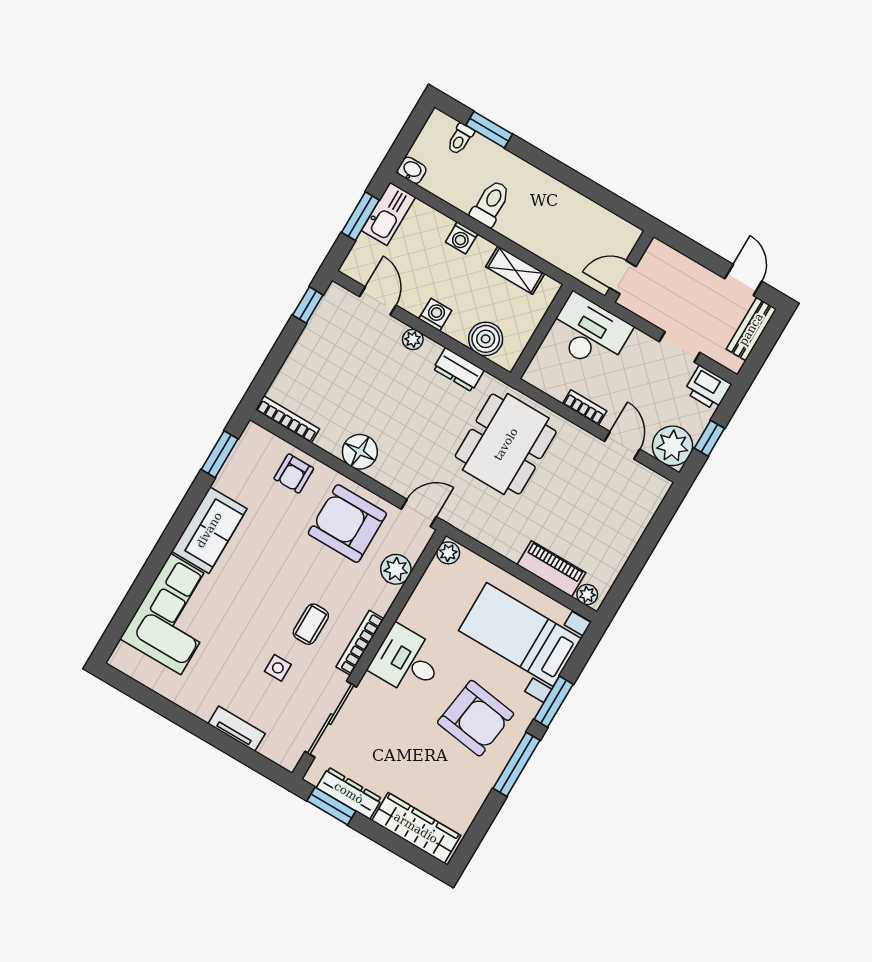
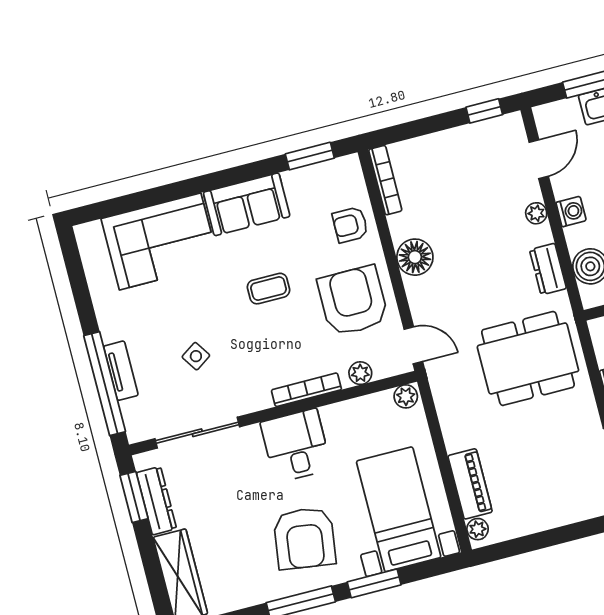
plant: (396, 569) -> (360, 373), width x0.73, depth x0.73
coffee table: (311, 624) -> (269, 289), moved
bookcase: (360, 643) -> (306, 390), moved
side table: (278, 668) -> (196, 356), turned -34
window: (234, 749) -> (105, 384), added

